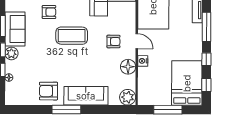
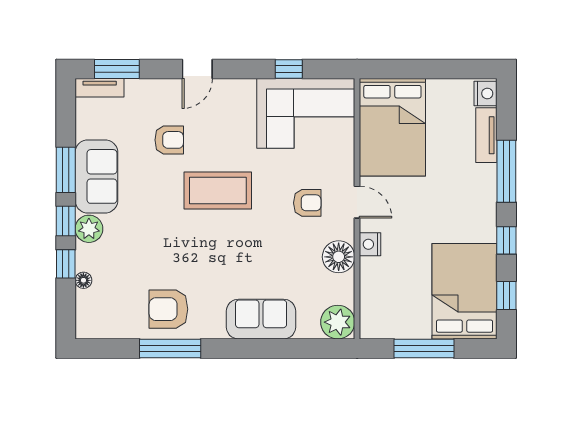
sofa: (86, 96) -> (261, 319), width x0.73
window: (66, 109) -> (170, 349), moved

